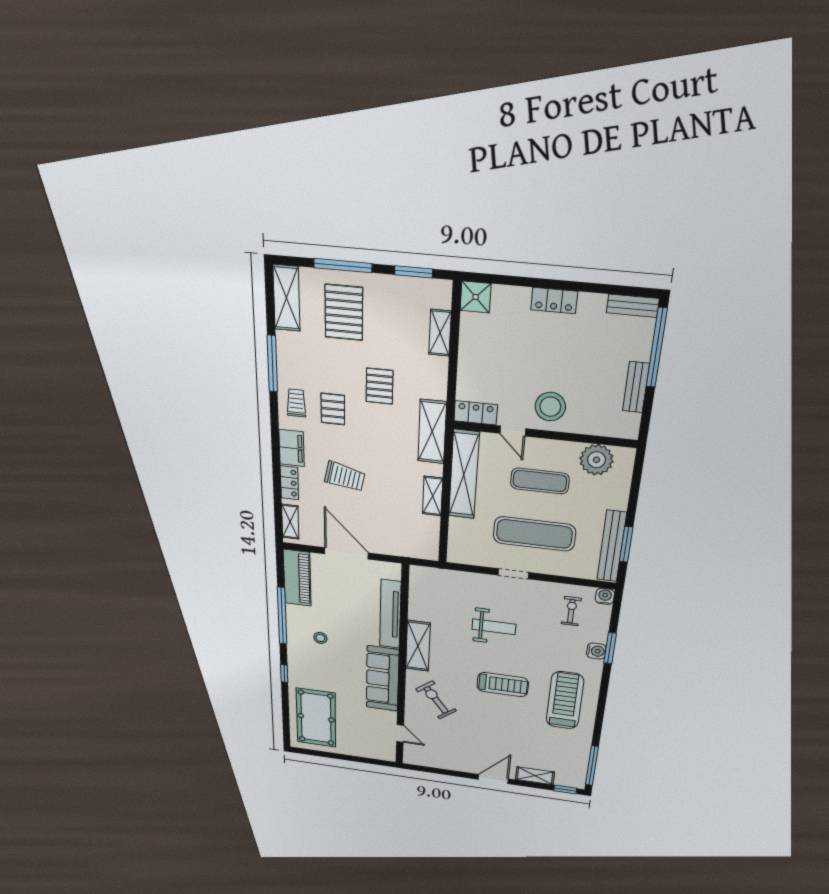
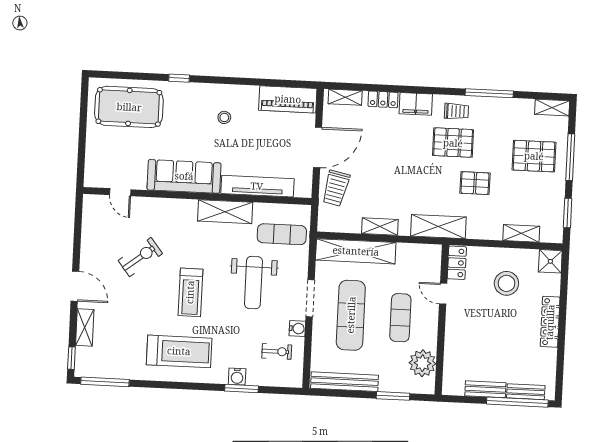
shelving: (287, 298) -> (552, 108), width x0.67, depth x0.75
locker: (554, 301) -> (550, 322), width x1.53
bench: (633, 306) -> (526, 392), moved, turned 90
stool: (550, 407) -> (506, 283), moved
pallet: (333, 409) -> (453, 143), width x1.50, depth x1.42
door: (513, 431) -> (443, 294), hinge flipped
shelving: (464, 475) -> (356, 251), moved
trolley: (345, 477) -> (336, 188), moved
window: (626, 544) -> (393, 396), moved
doorway: (513, 574) -> (310, 298), width x1.38
exercise mat: (442, 596) -> (282, 234), added
water cooler: (605, 596) -> (297, 328), moved
window: (282, 616) -> (245, 81), removed
weight bench: (494, 627) -> (253, 283), width x1.36, depth x1.33
exercise bike: (436, 700) -> (140, 257), moved
door: (400, 733) -> (120, 192), hinge flipped

